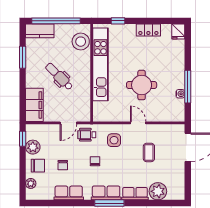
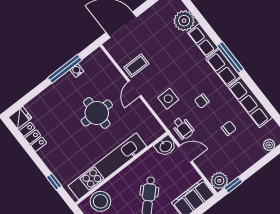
locker: (148, 30) -> (33, 137), moved
washbasin: (84, 114) -> (166, 146), added
plant: (33, 147) -> (219, 181), moved
coffee table: (149, 152) -> (136, 65), moved
chair: (38, 166) -> (247, 151), removed
row of seats: (69, 193) -> (250, 103), width x1.48

